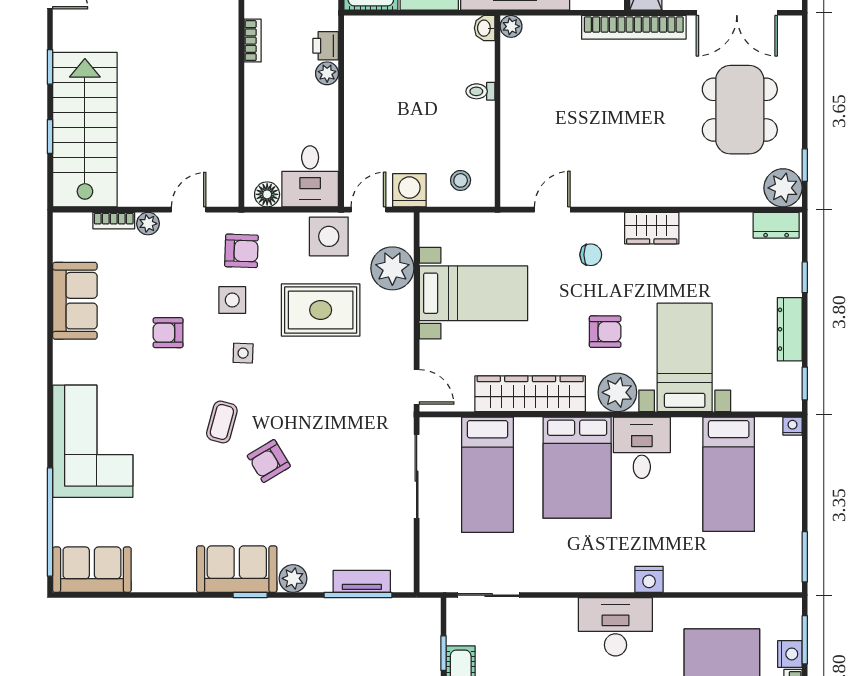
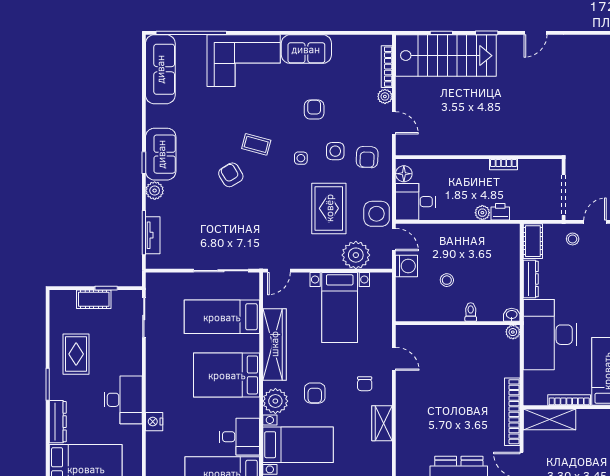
stool: (461, 180) -> (447, 280), moved
bookcase: (114, 221) -> (387, 67), width x1.56
sofa: (75, 301) -> (306, 49), moved
desk: (642, 448) -> (239, 437), moved
sofa: (92, 570) -> (160, 69), width x1.36

